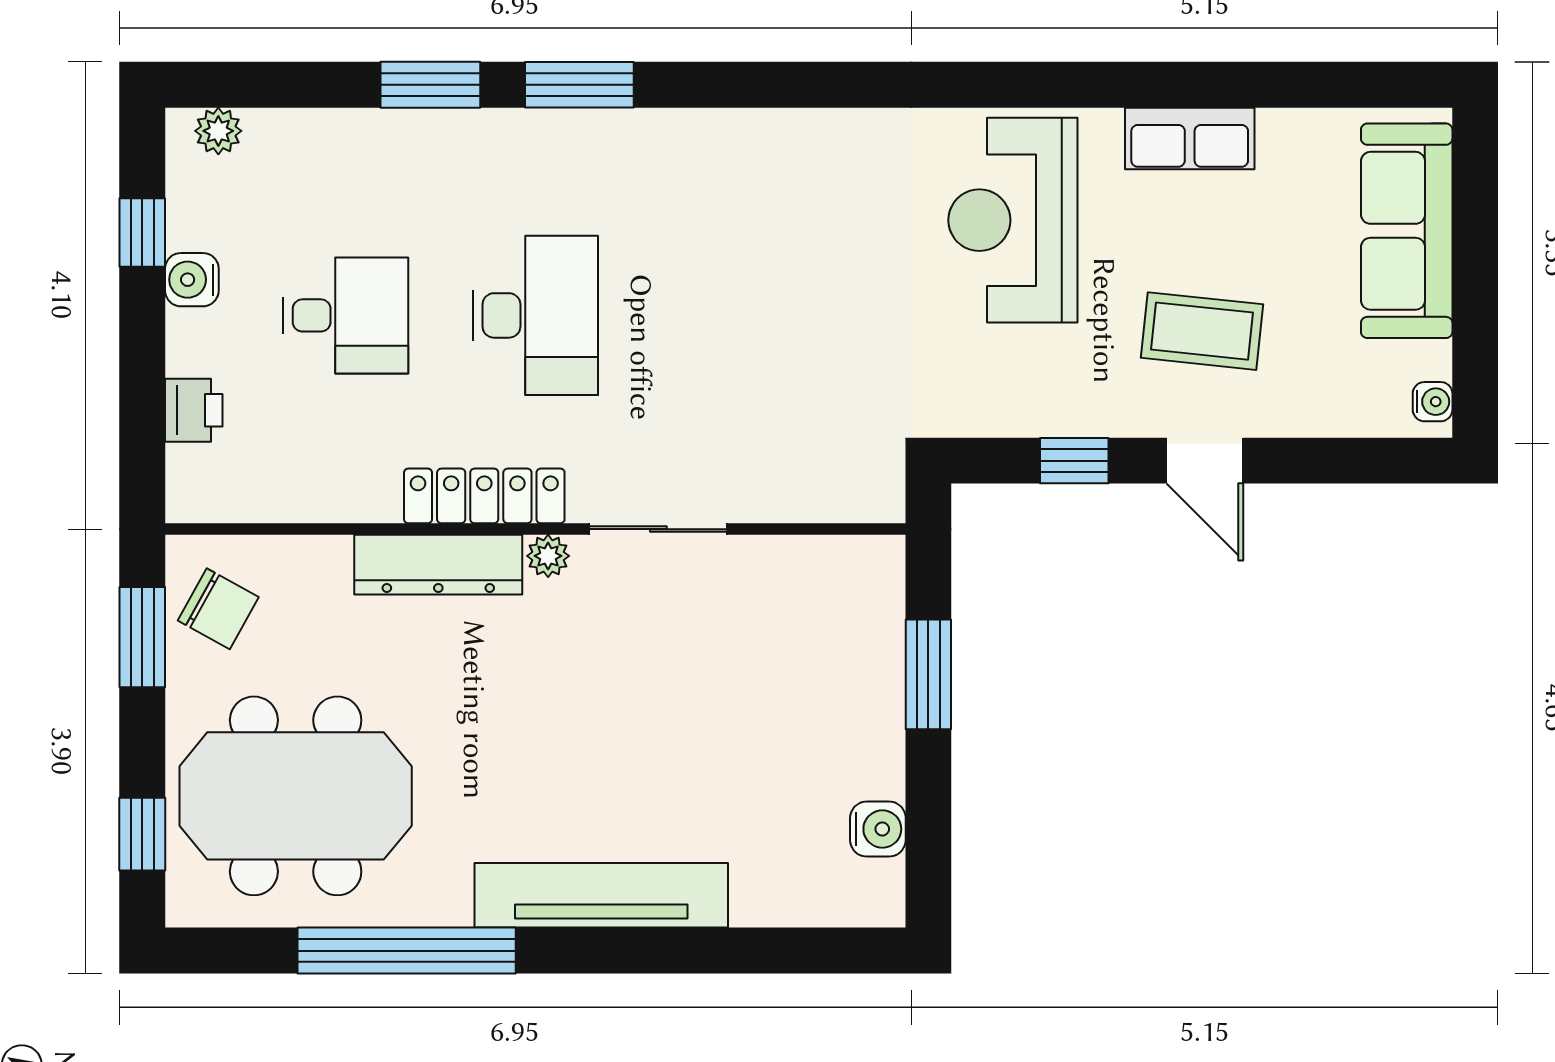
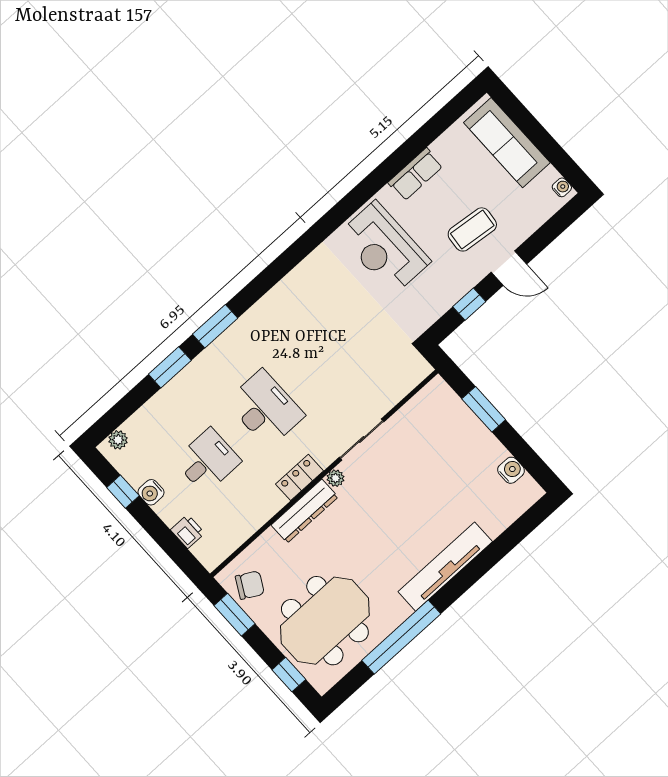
locker: (484, 496) -> (300, 477), width x0.66

